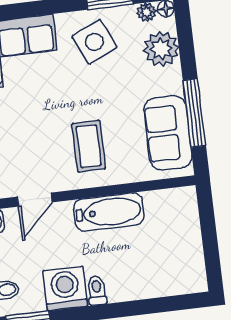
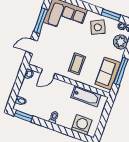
bathtub: (109, 212) -> (86, 96), moved
washing machine: (65, 288) -> (82, 125), moved

